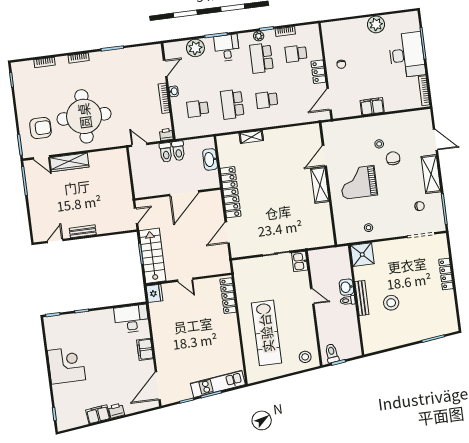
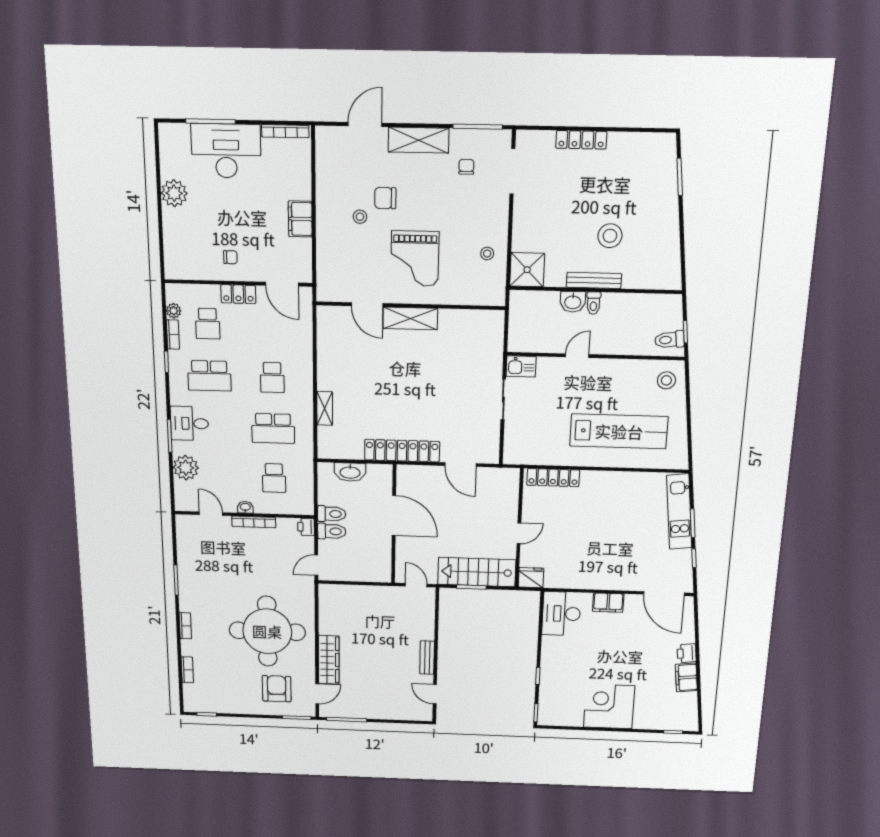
plant: (259, 36) -> (174, 311), moved

